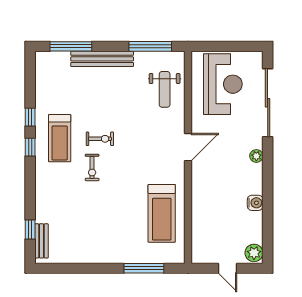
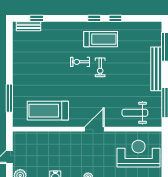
reception desk: (223, 84) -> (139, 154), turned 180
treadmill: (60, 138) -> (101, 39), turned 180
door: (188, 147) -> (94, 129), swing flipped

